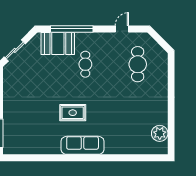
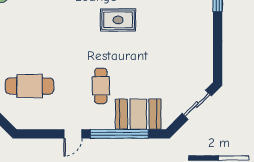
door: (122, 29) -> (73, 134), moved
cafe table: (138, 64) -> (30, 86), turned 90

